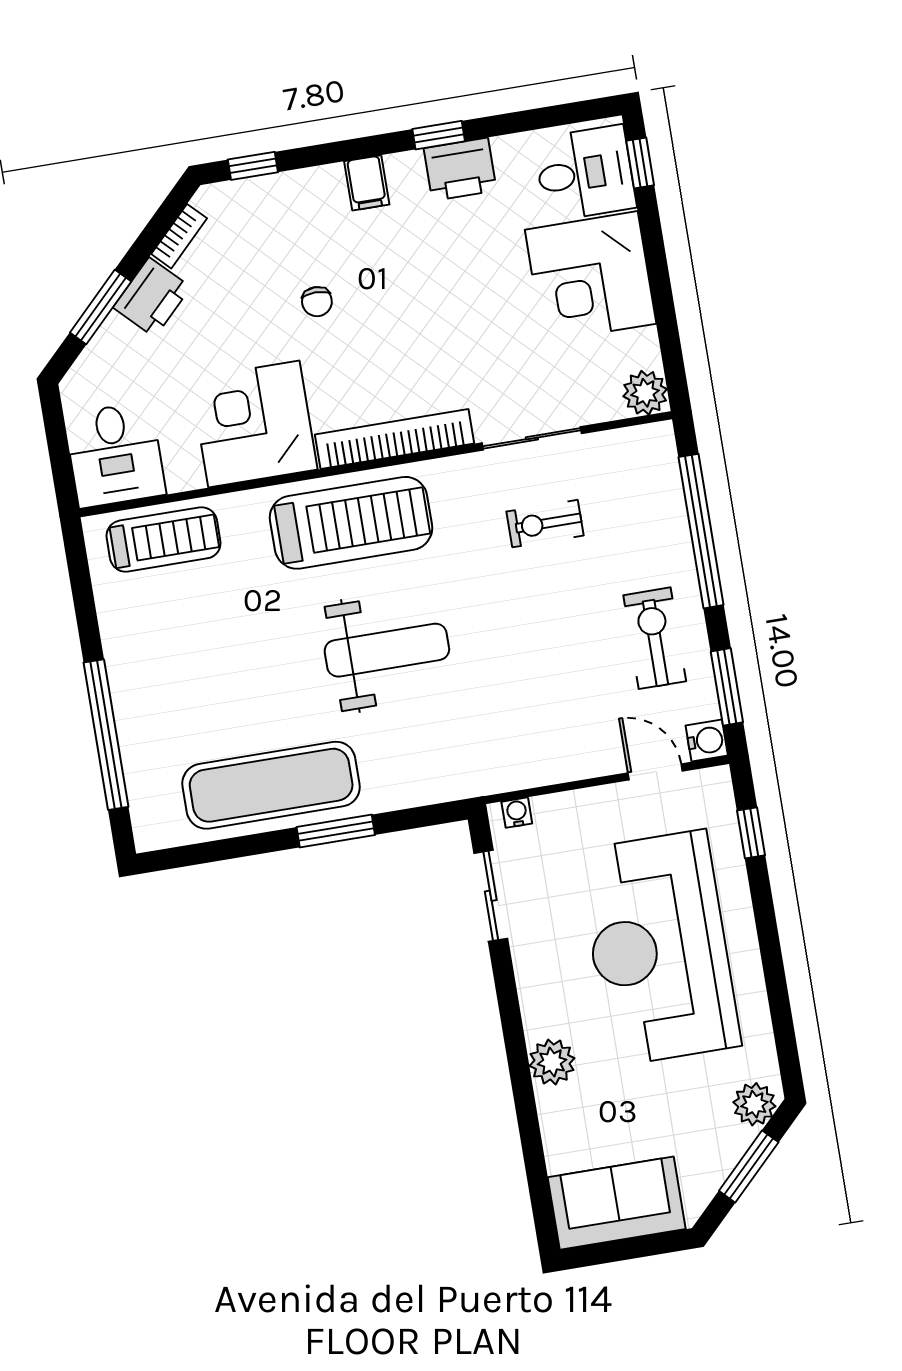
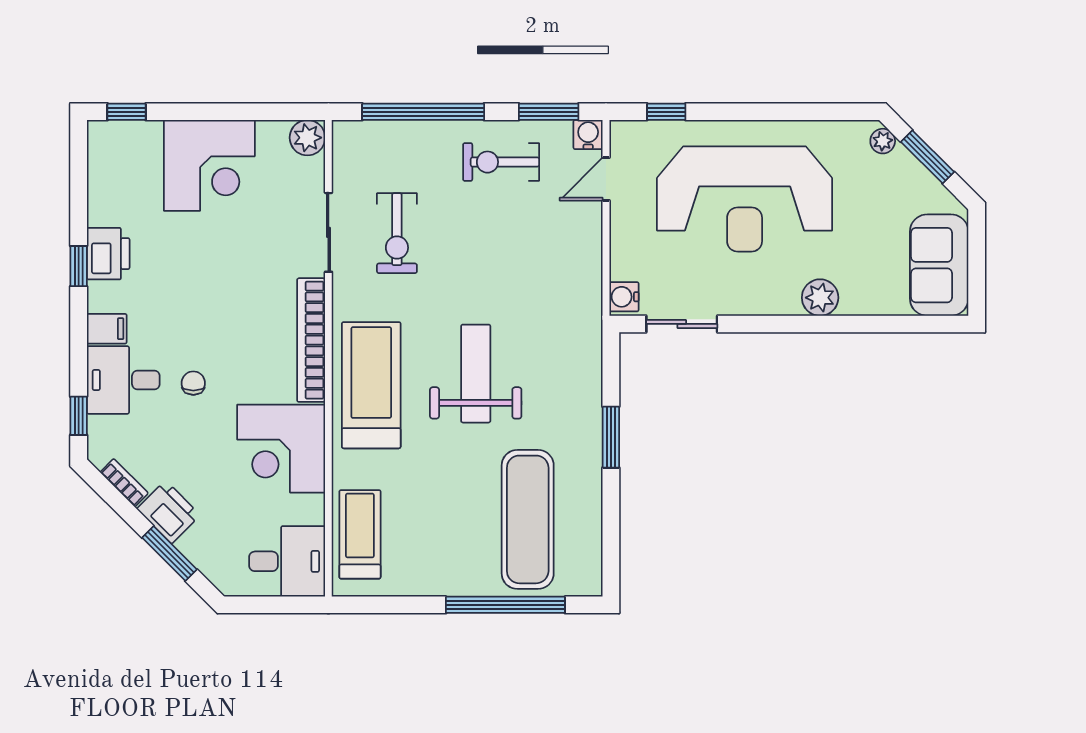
desk: (585, 173) -> (123, 380), moved, turned -90
chair: (317, 302) -> (193, 383), turned -90
exercise bike: (545, 524) -> (397, 233), width x1.38, depth x1.39
exercise mat: (271, 785) -> (528, 519), moved
water cooler: (517, 813) -> (624, 297), width x1.38, depth x1.38
plant: (754, 1104) -> (883, 141), width x0.73, depth x0.73

